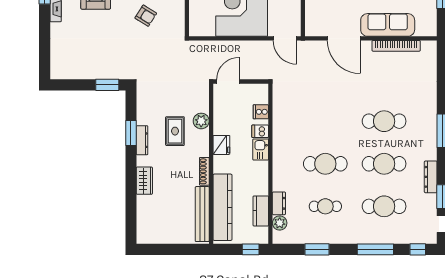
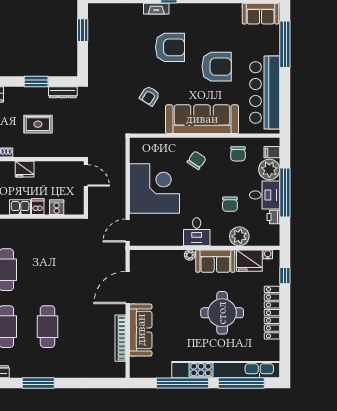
window: (107, 85) -> (83, 30), moved
plant: (201, 121) -> (48, 150), removed
dresser: (142, 140) -> (63, 92), moved

